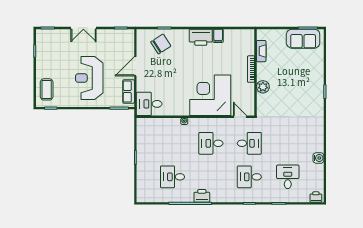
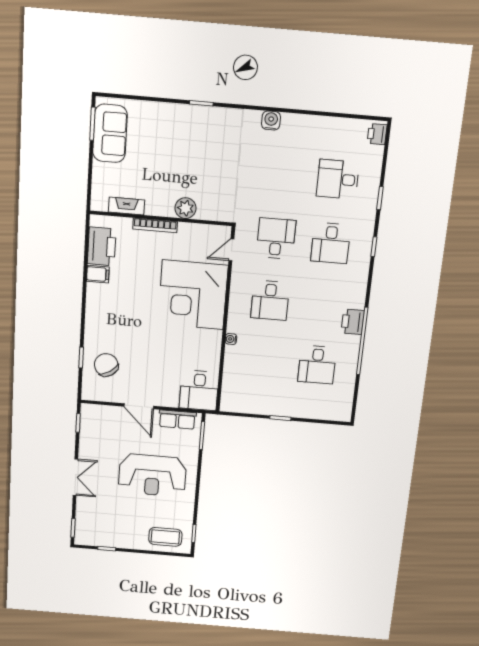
printer: (201, 37) -> (102, 246), moved
water cooler: (318, 158) -> (271, 121), moved

